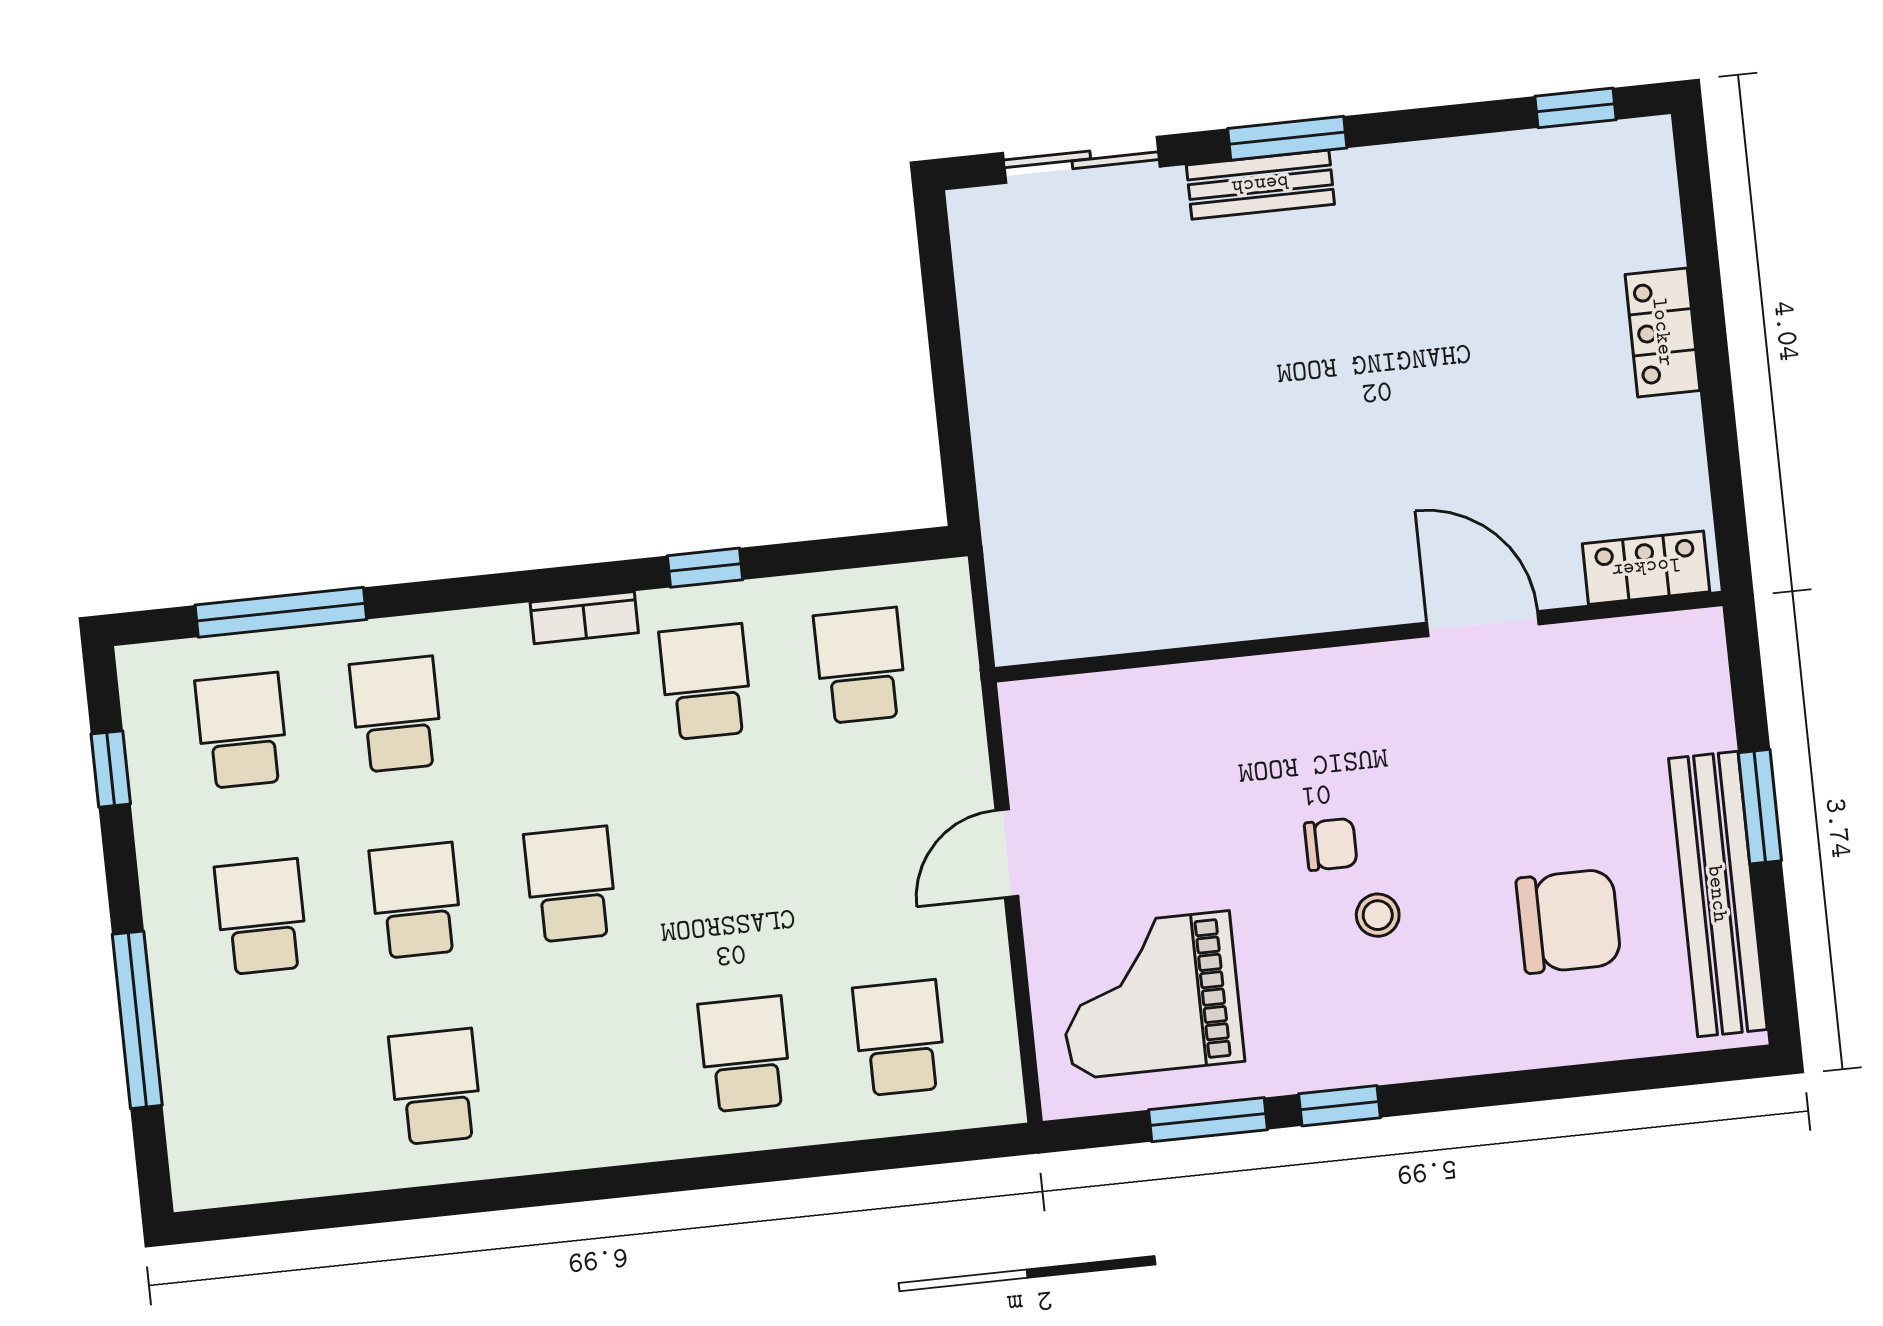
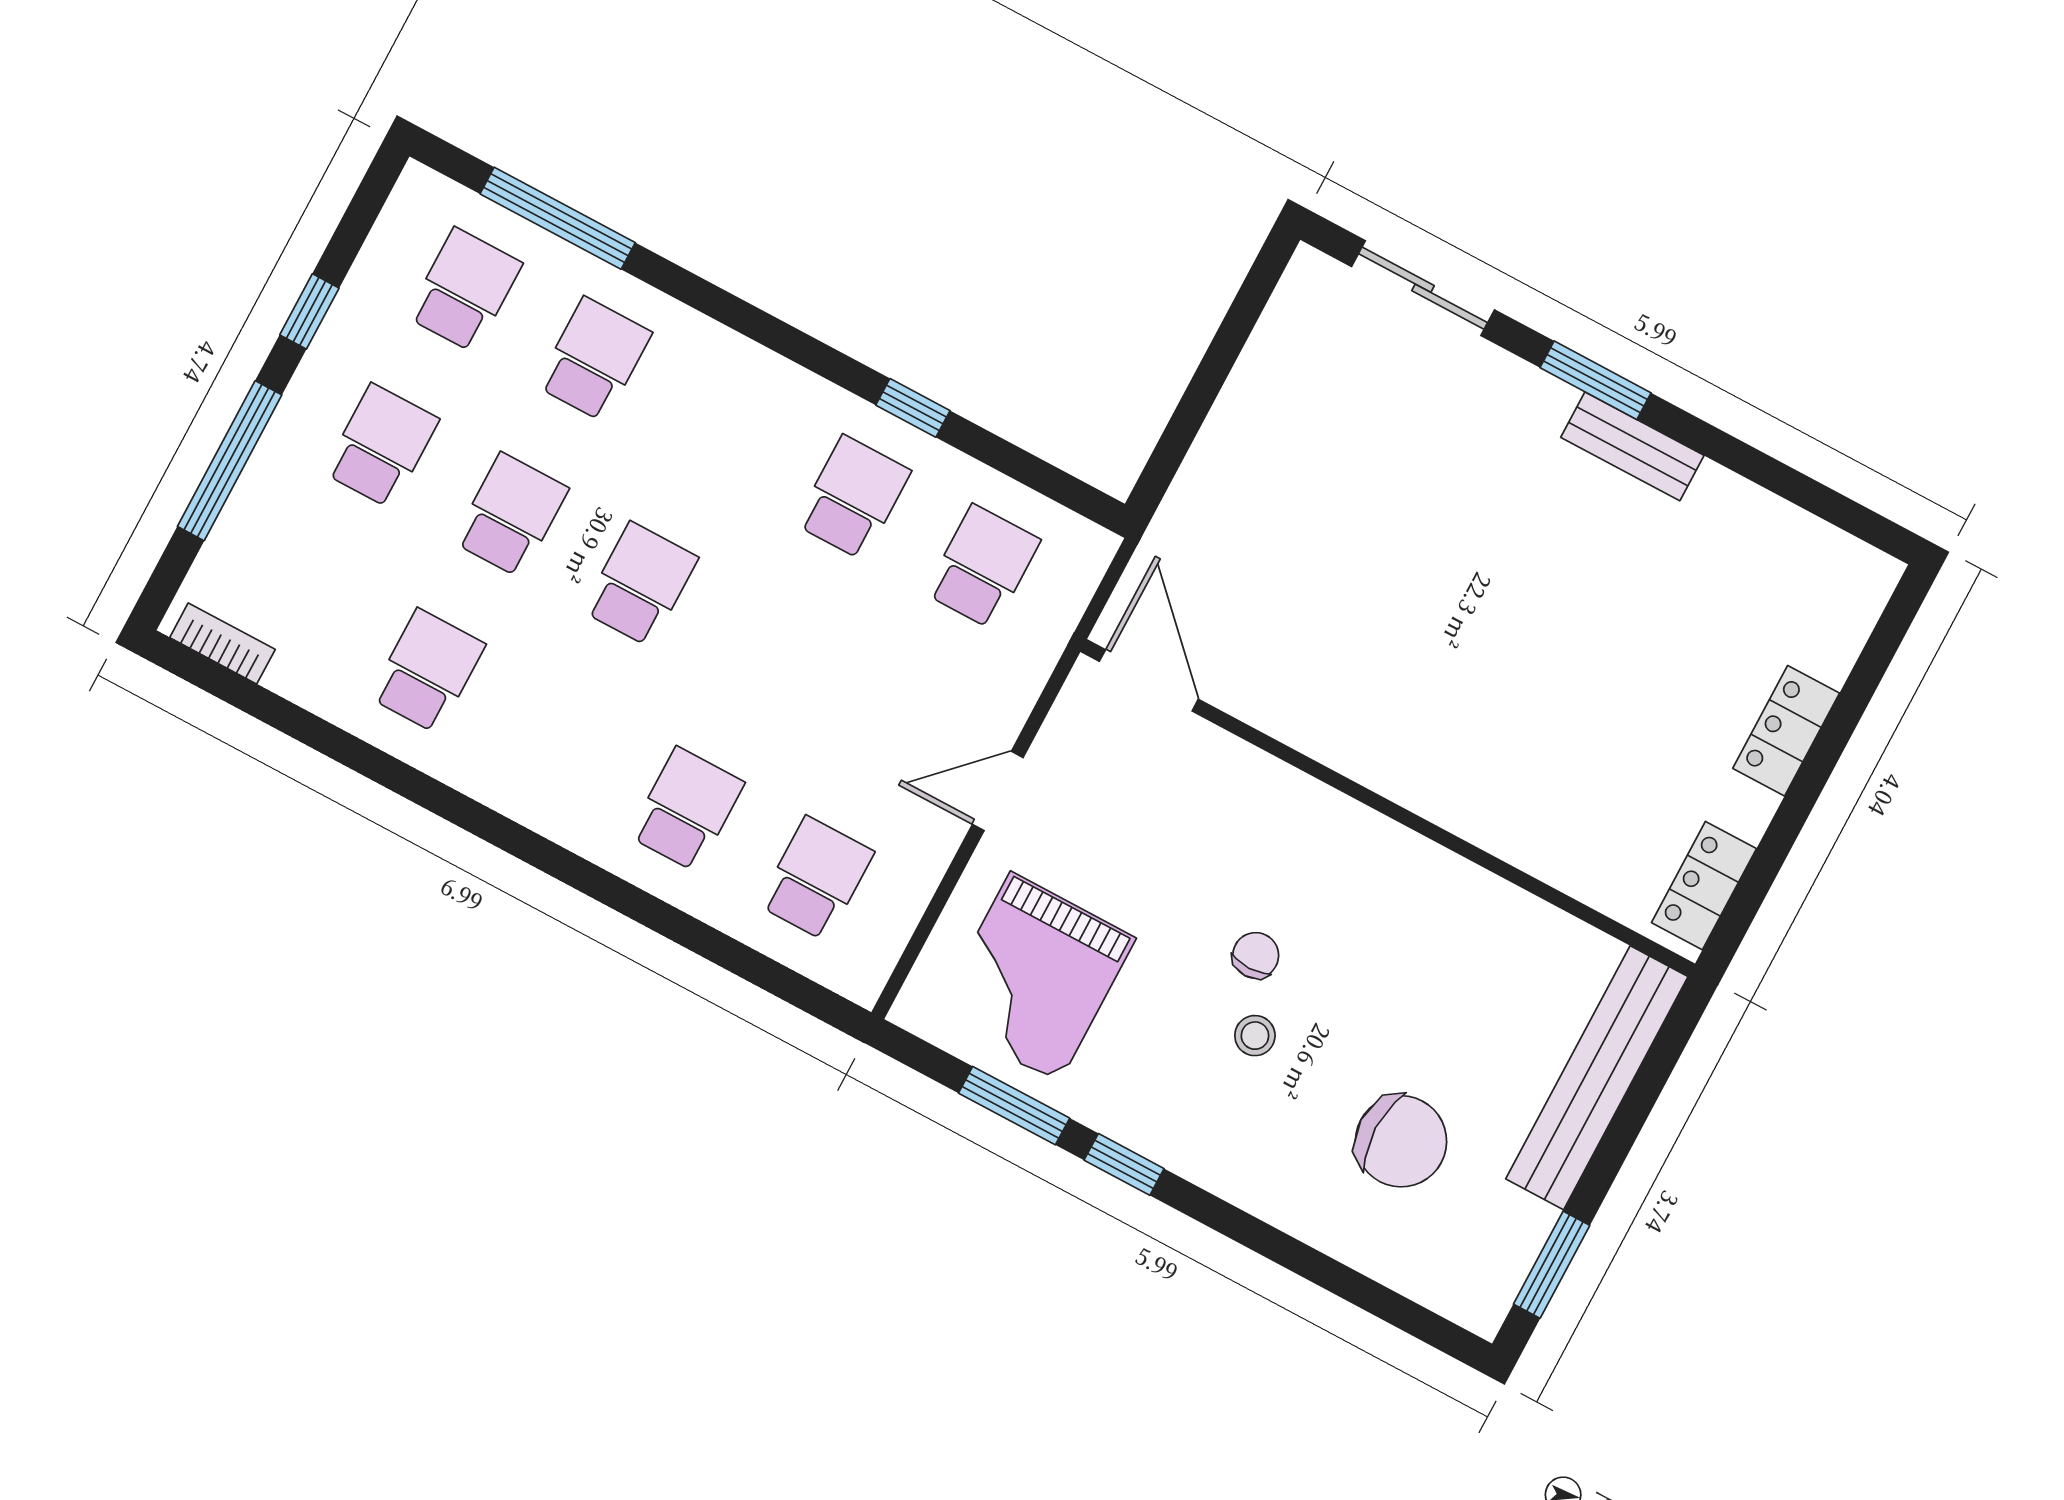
window: (1576, 108) -> (1837, 509), removed
bench: (1260, 185) -> (1632, 446), moved
locker: (1646, 568) -> (1704, 886), moved, turned -90
bookcase: (584, 618) -> (222, 643), moved, turned 180
door: (1483, 624) -> (1149, 680), moved
window: (111, 769) -> (309, 311), moved
window: (1760, 807) -> (1552, 1265), moved
chair: (1331, 844) -> (1256, 955), turned -90
bench: (1718, 894) -> (1597, 1078), moved
grand piano: (1150, 995) -> (1035, 977), turned -90

